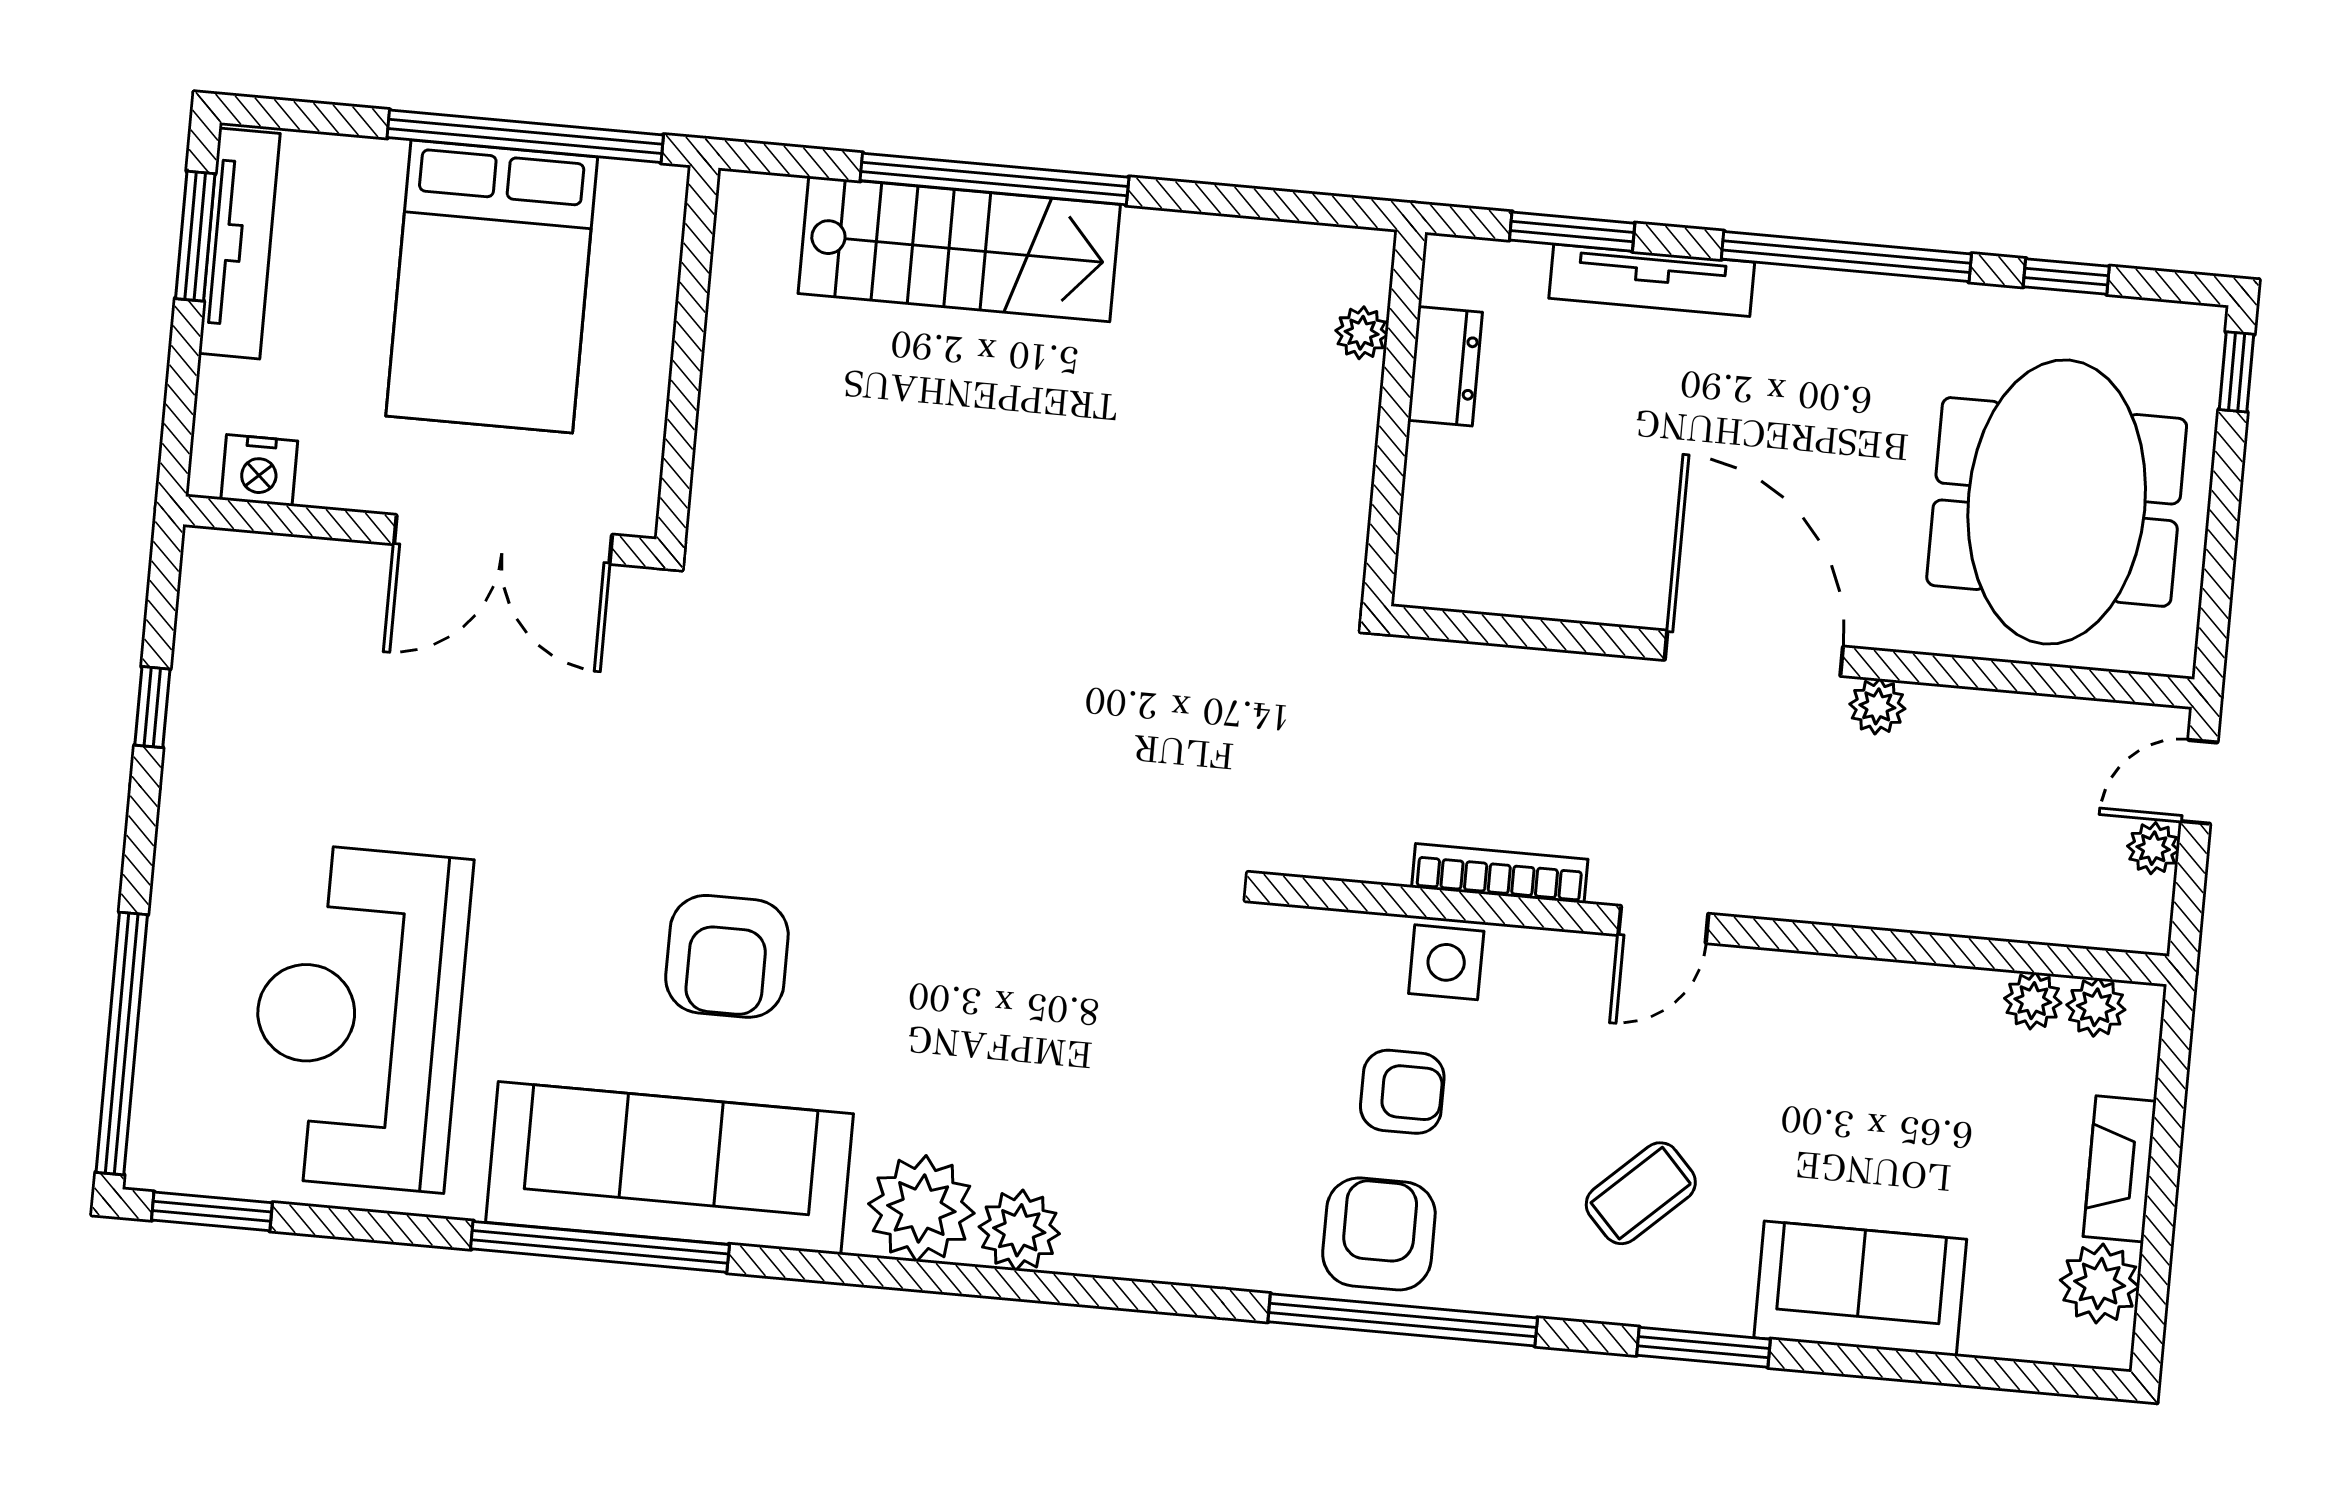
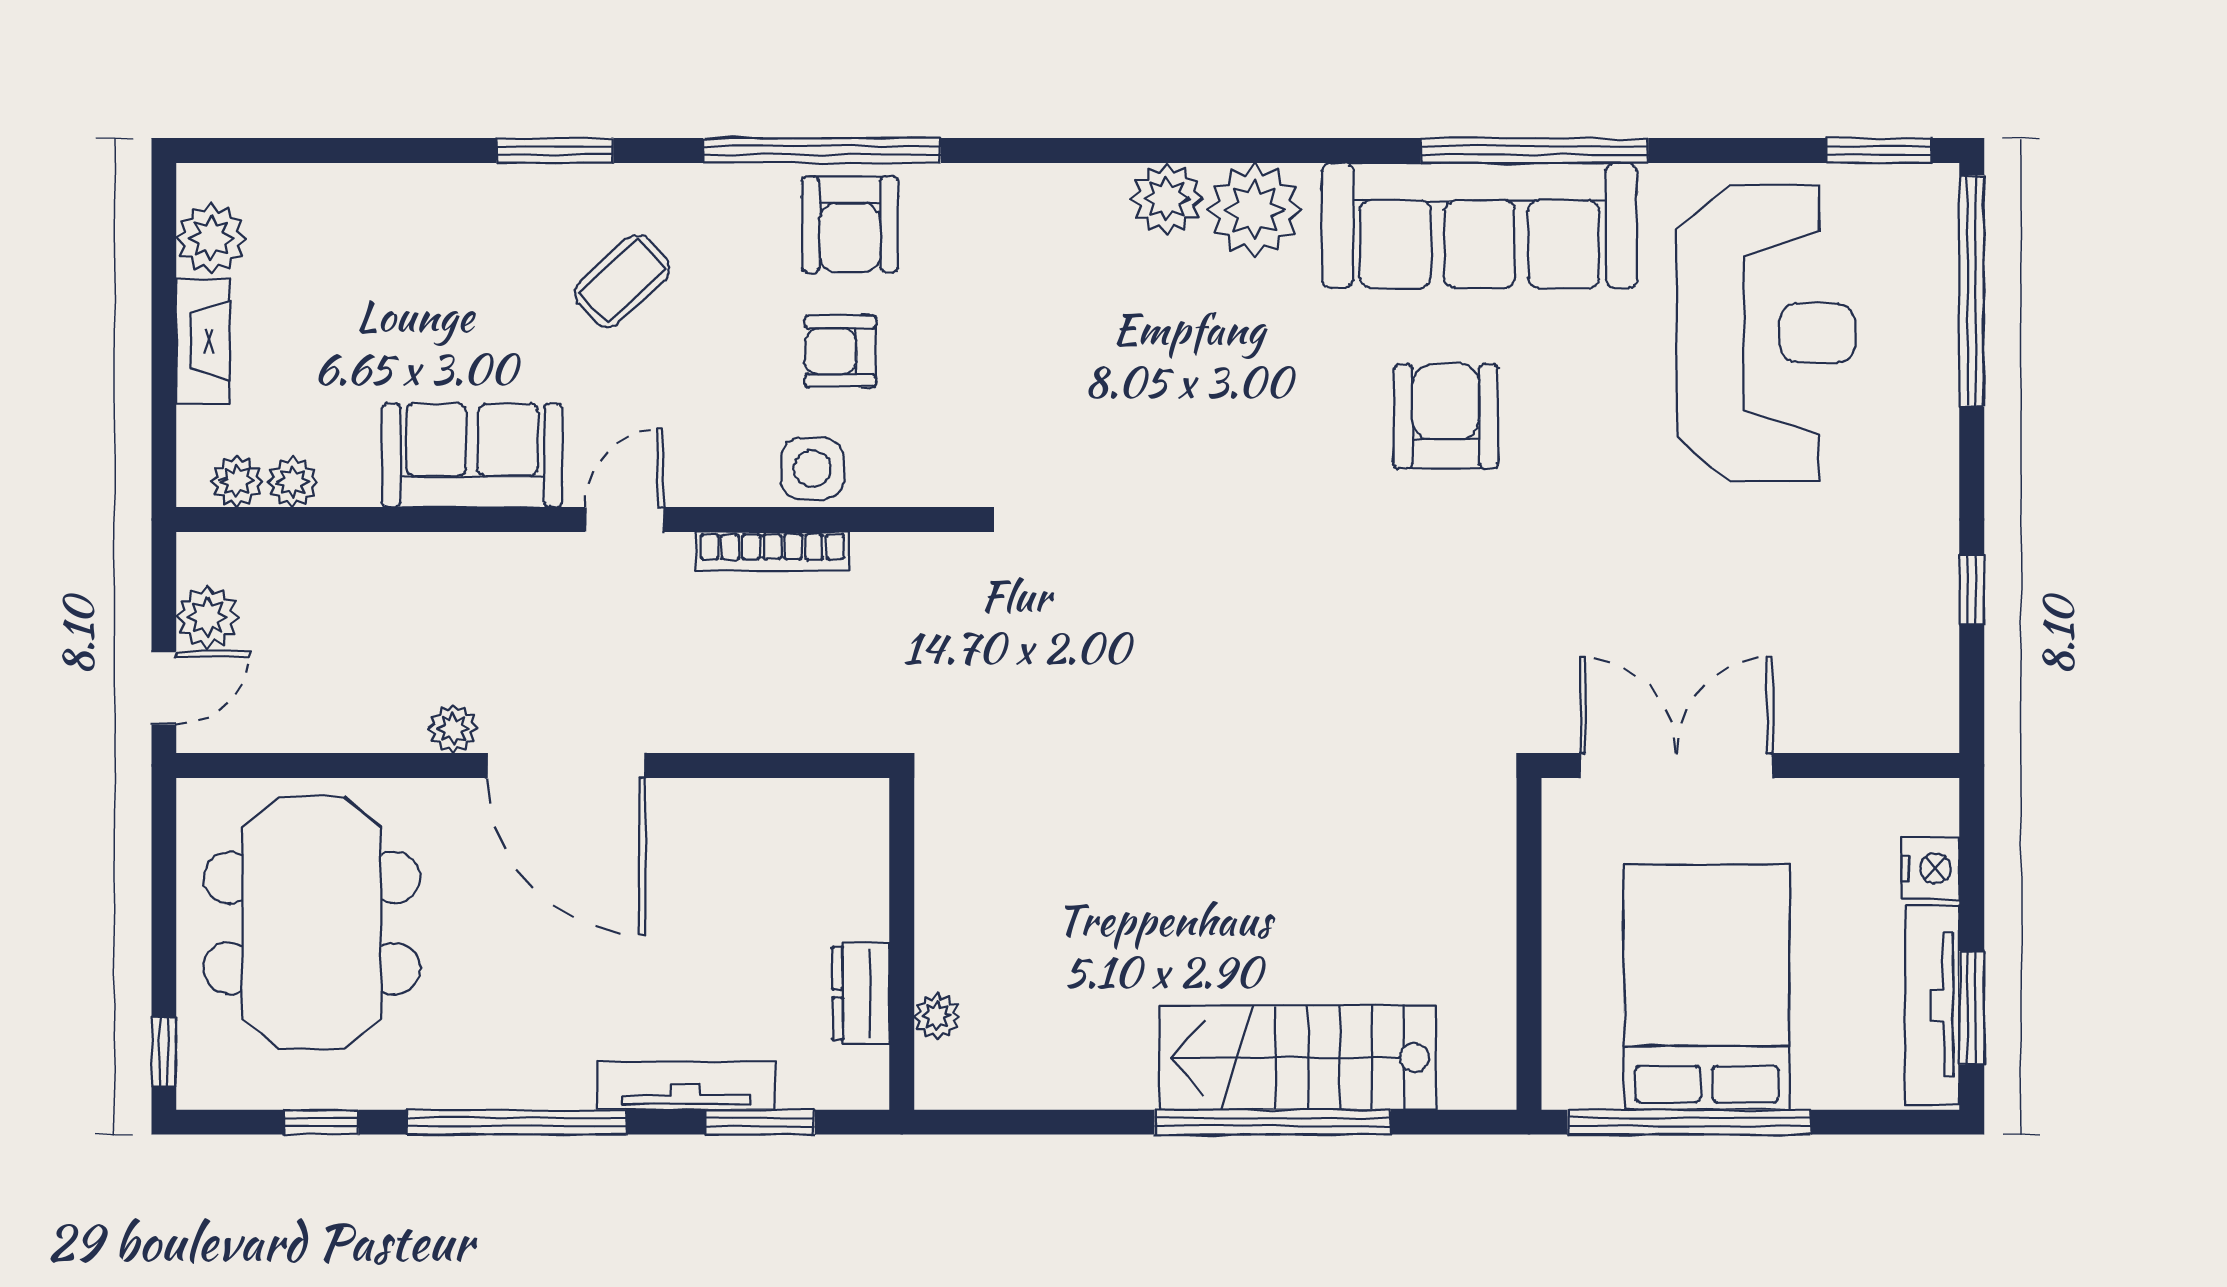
nightstand: (259, 470) -> (1930, 868), moved, turned 90
plant: (2153, 848) -> (208, 617), width x1.38, depth x1.38
sofa: (1860, 1289) -> (472, 455), moved, turned 180

